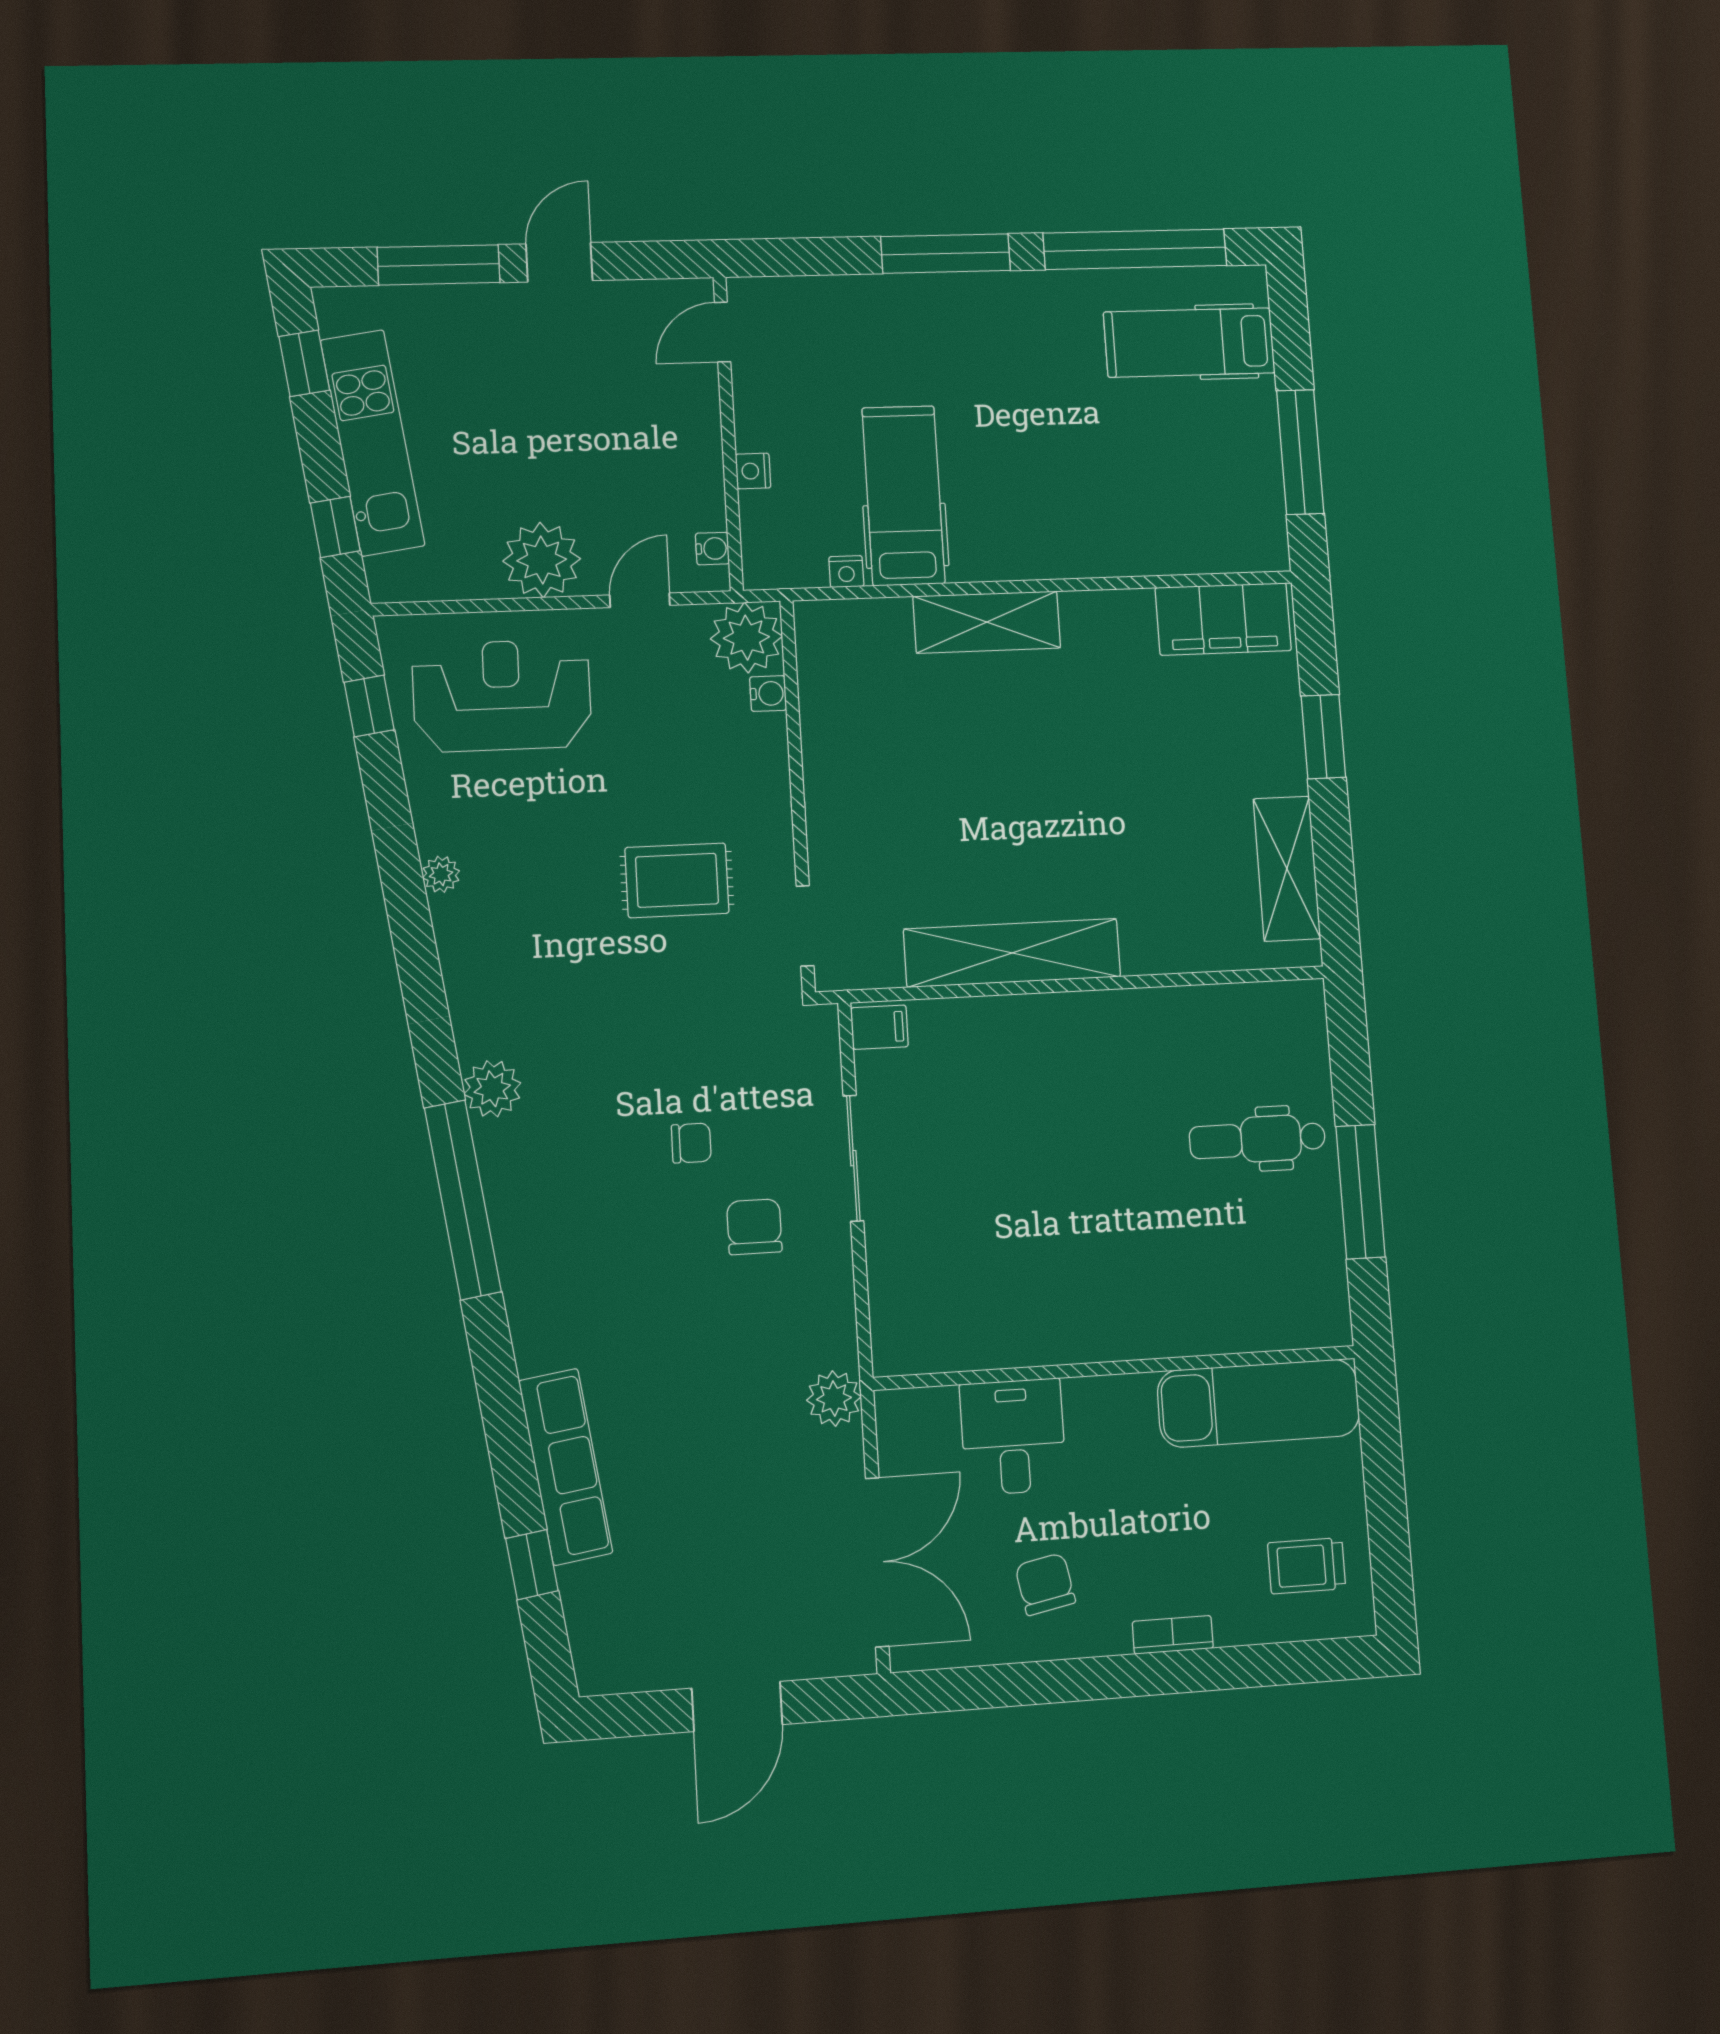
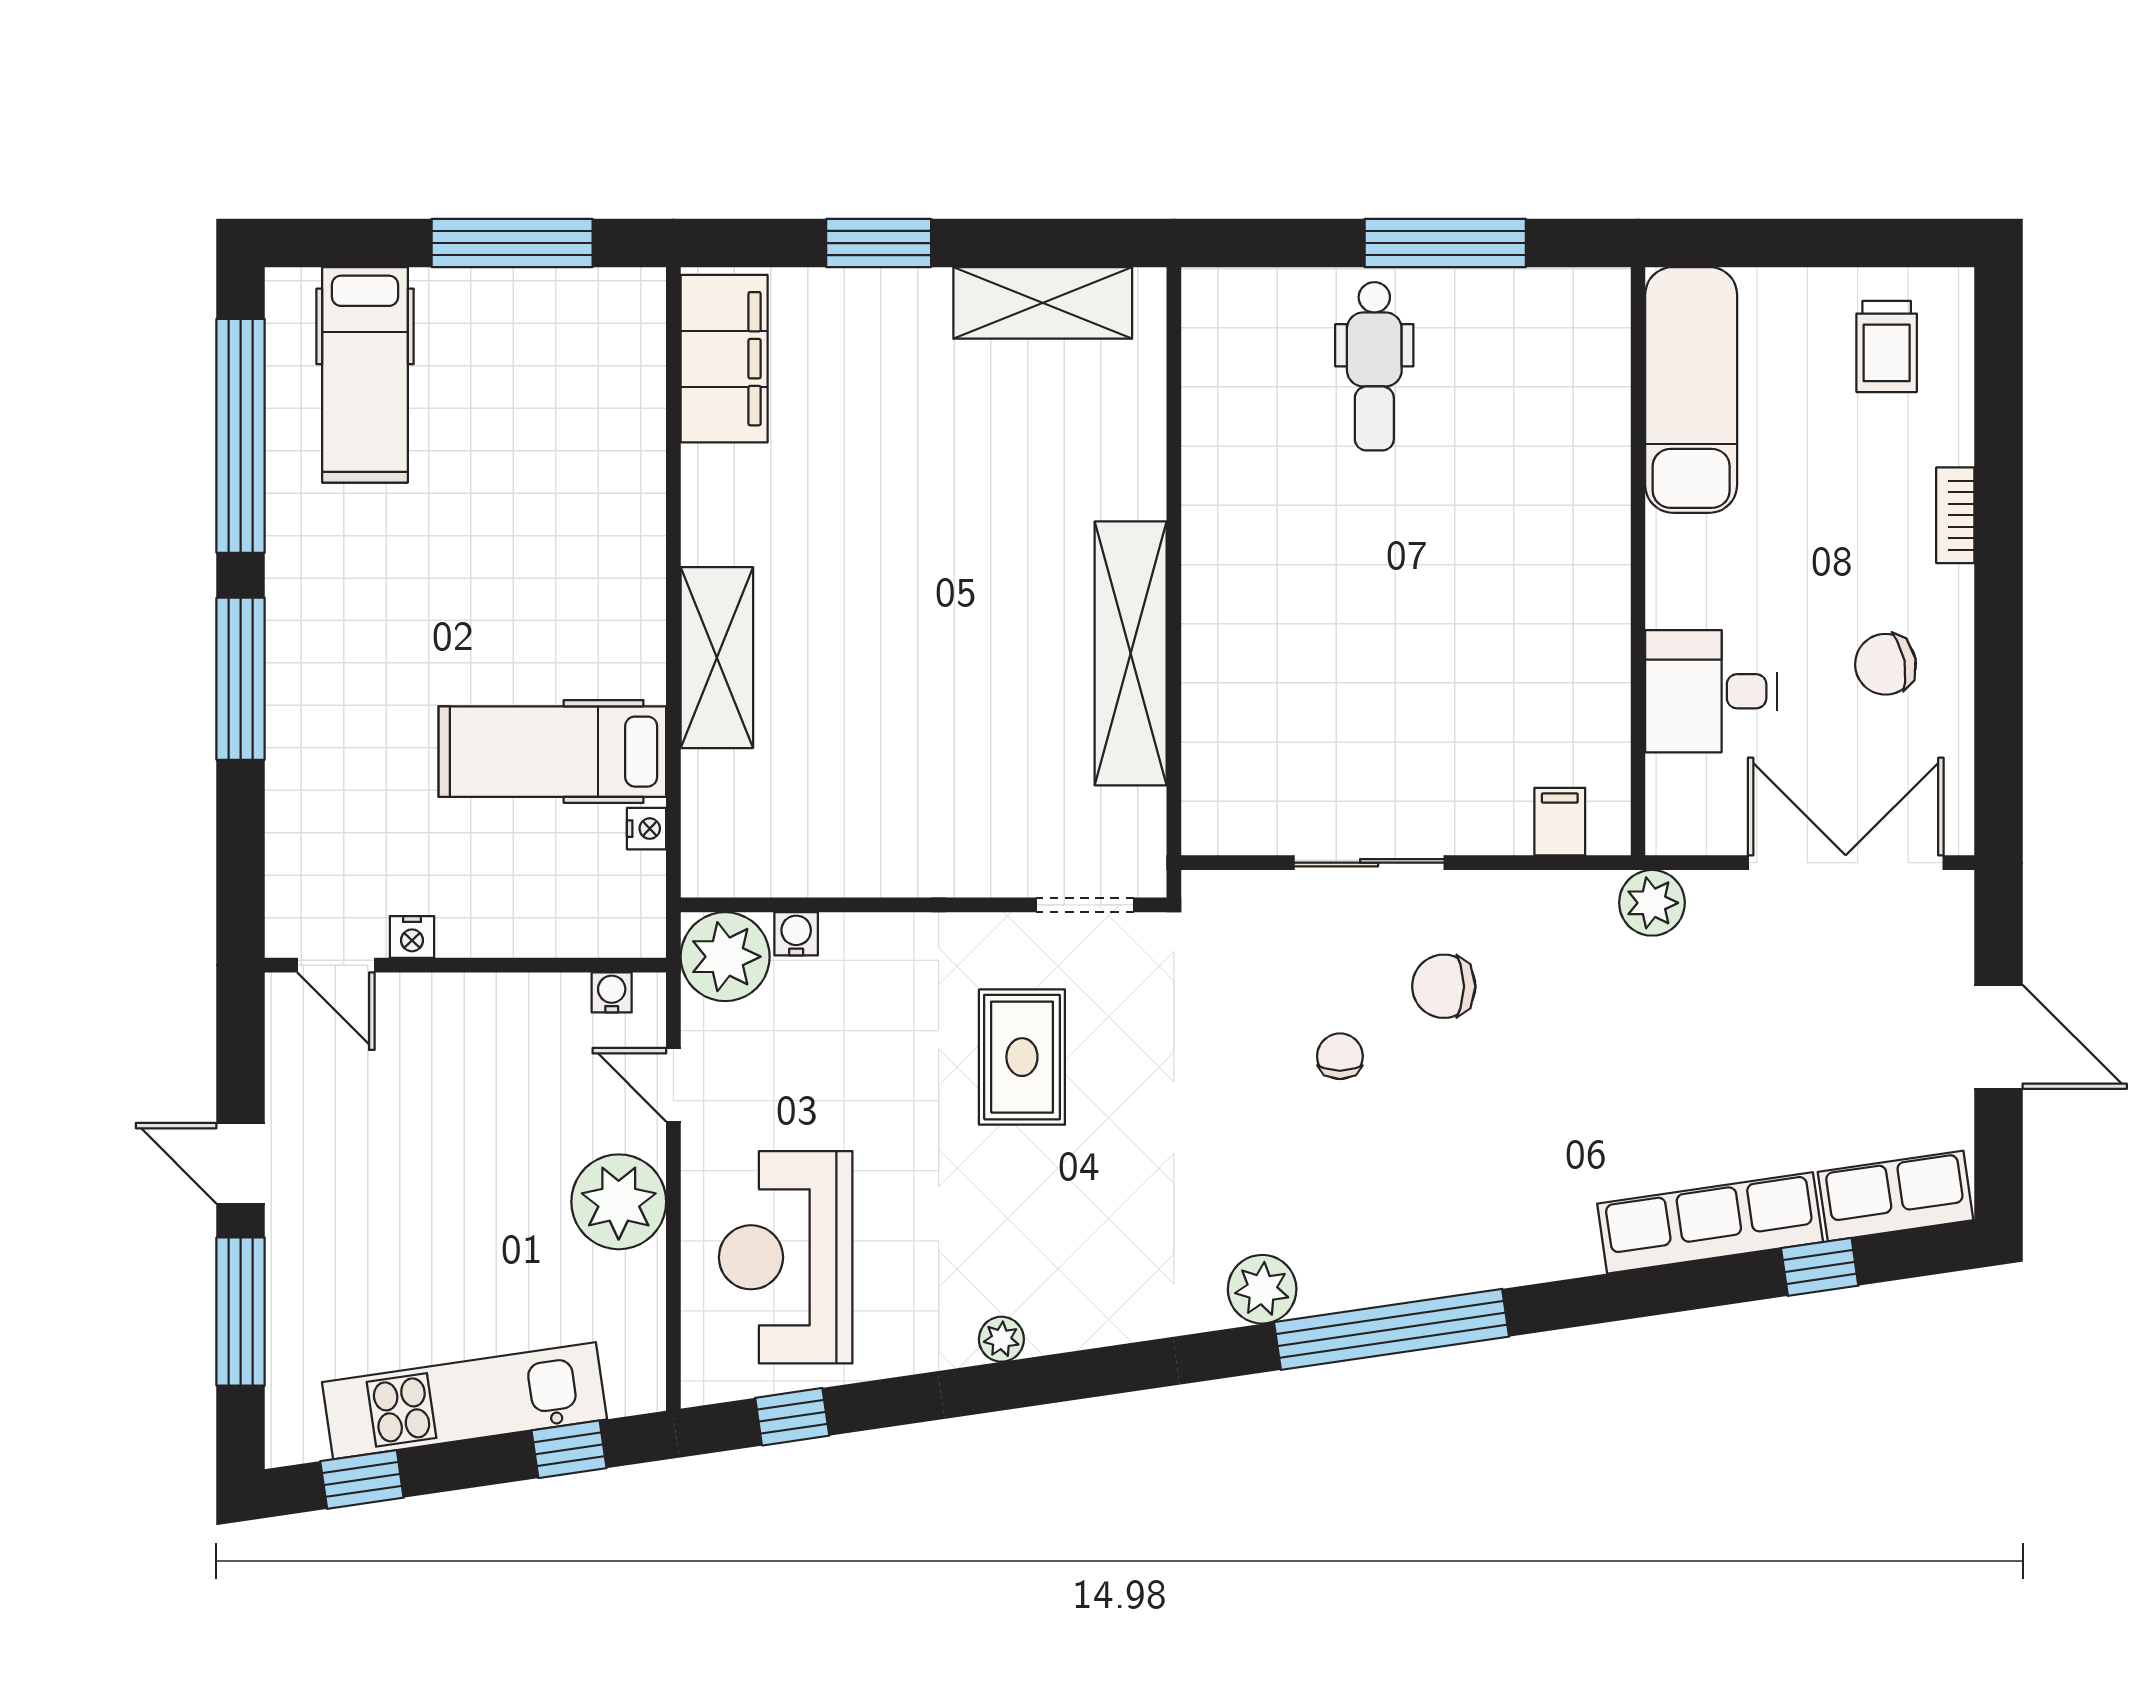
nightstand: (753, 471) -> (412, 937), moved
filing cabinet: (879, 1027) -> (1560, 822), moved
row of seats: (596, 1627) -> (1896, 1196), added

